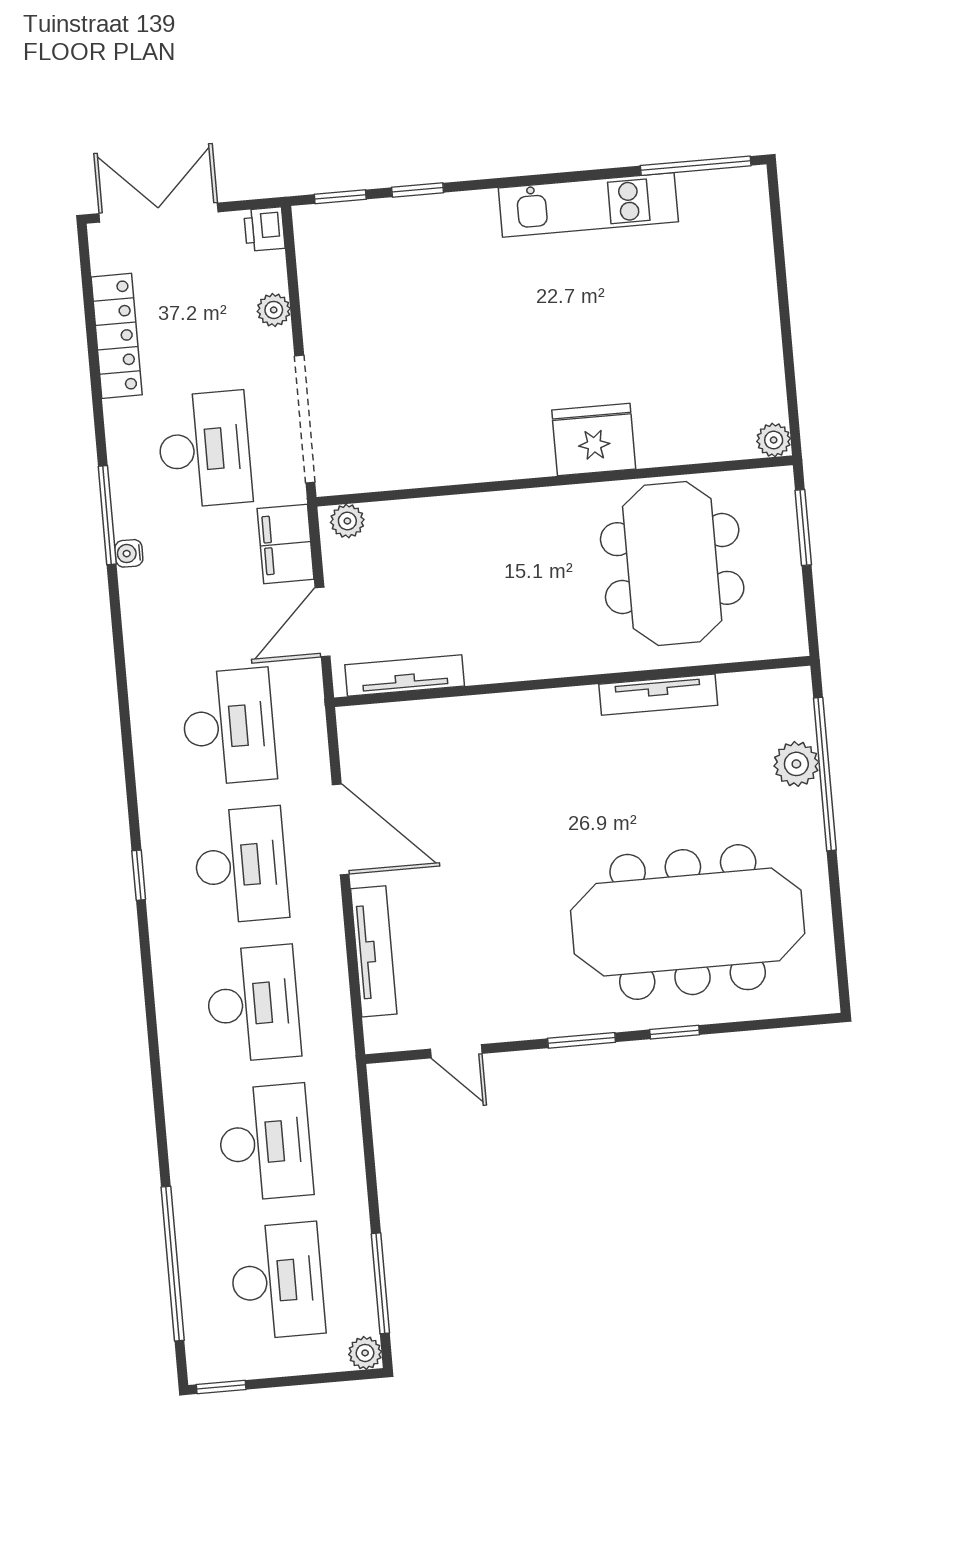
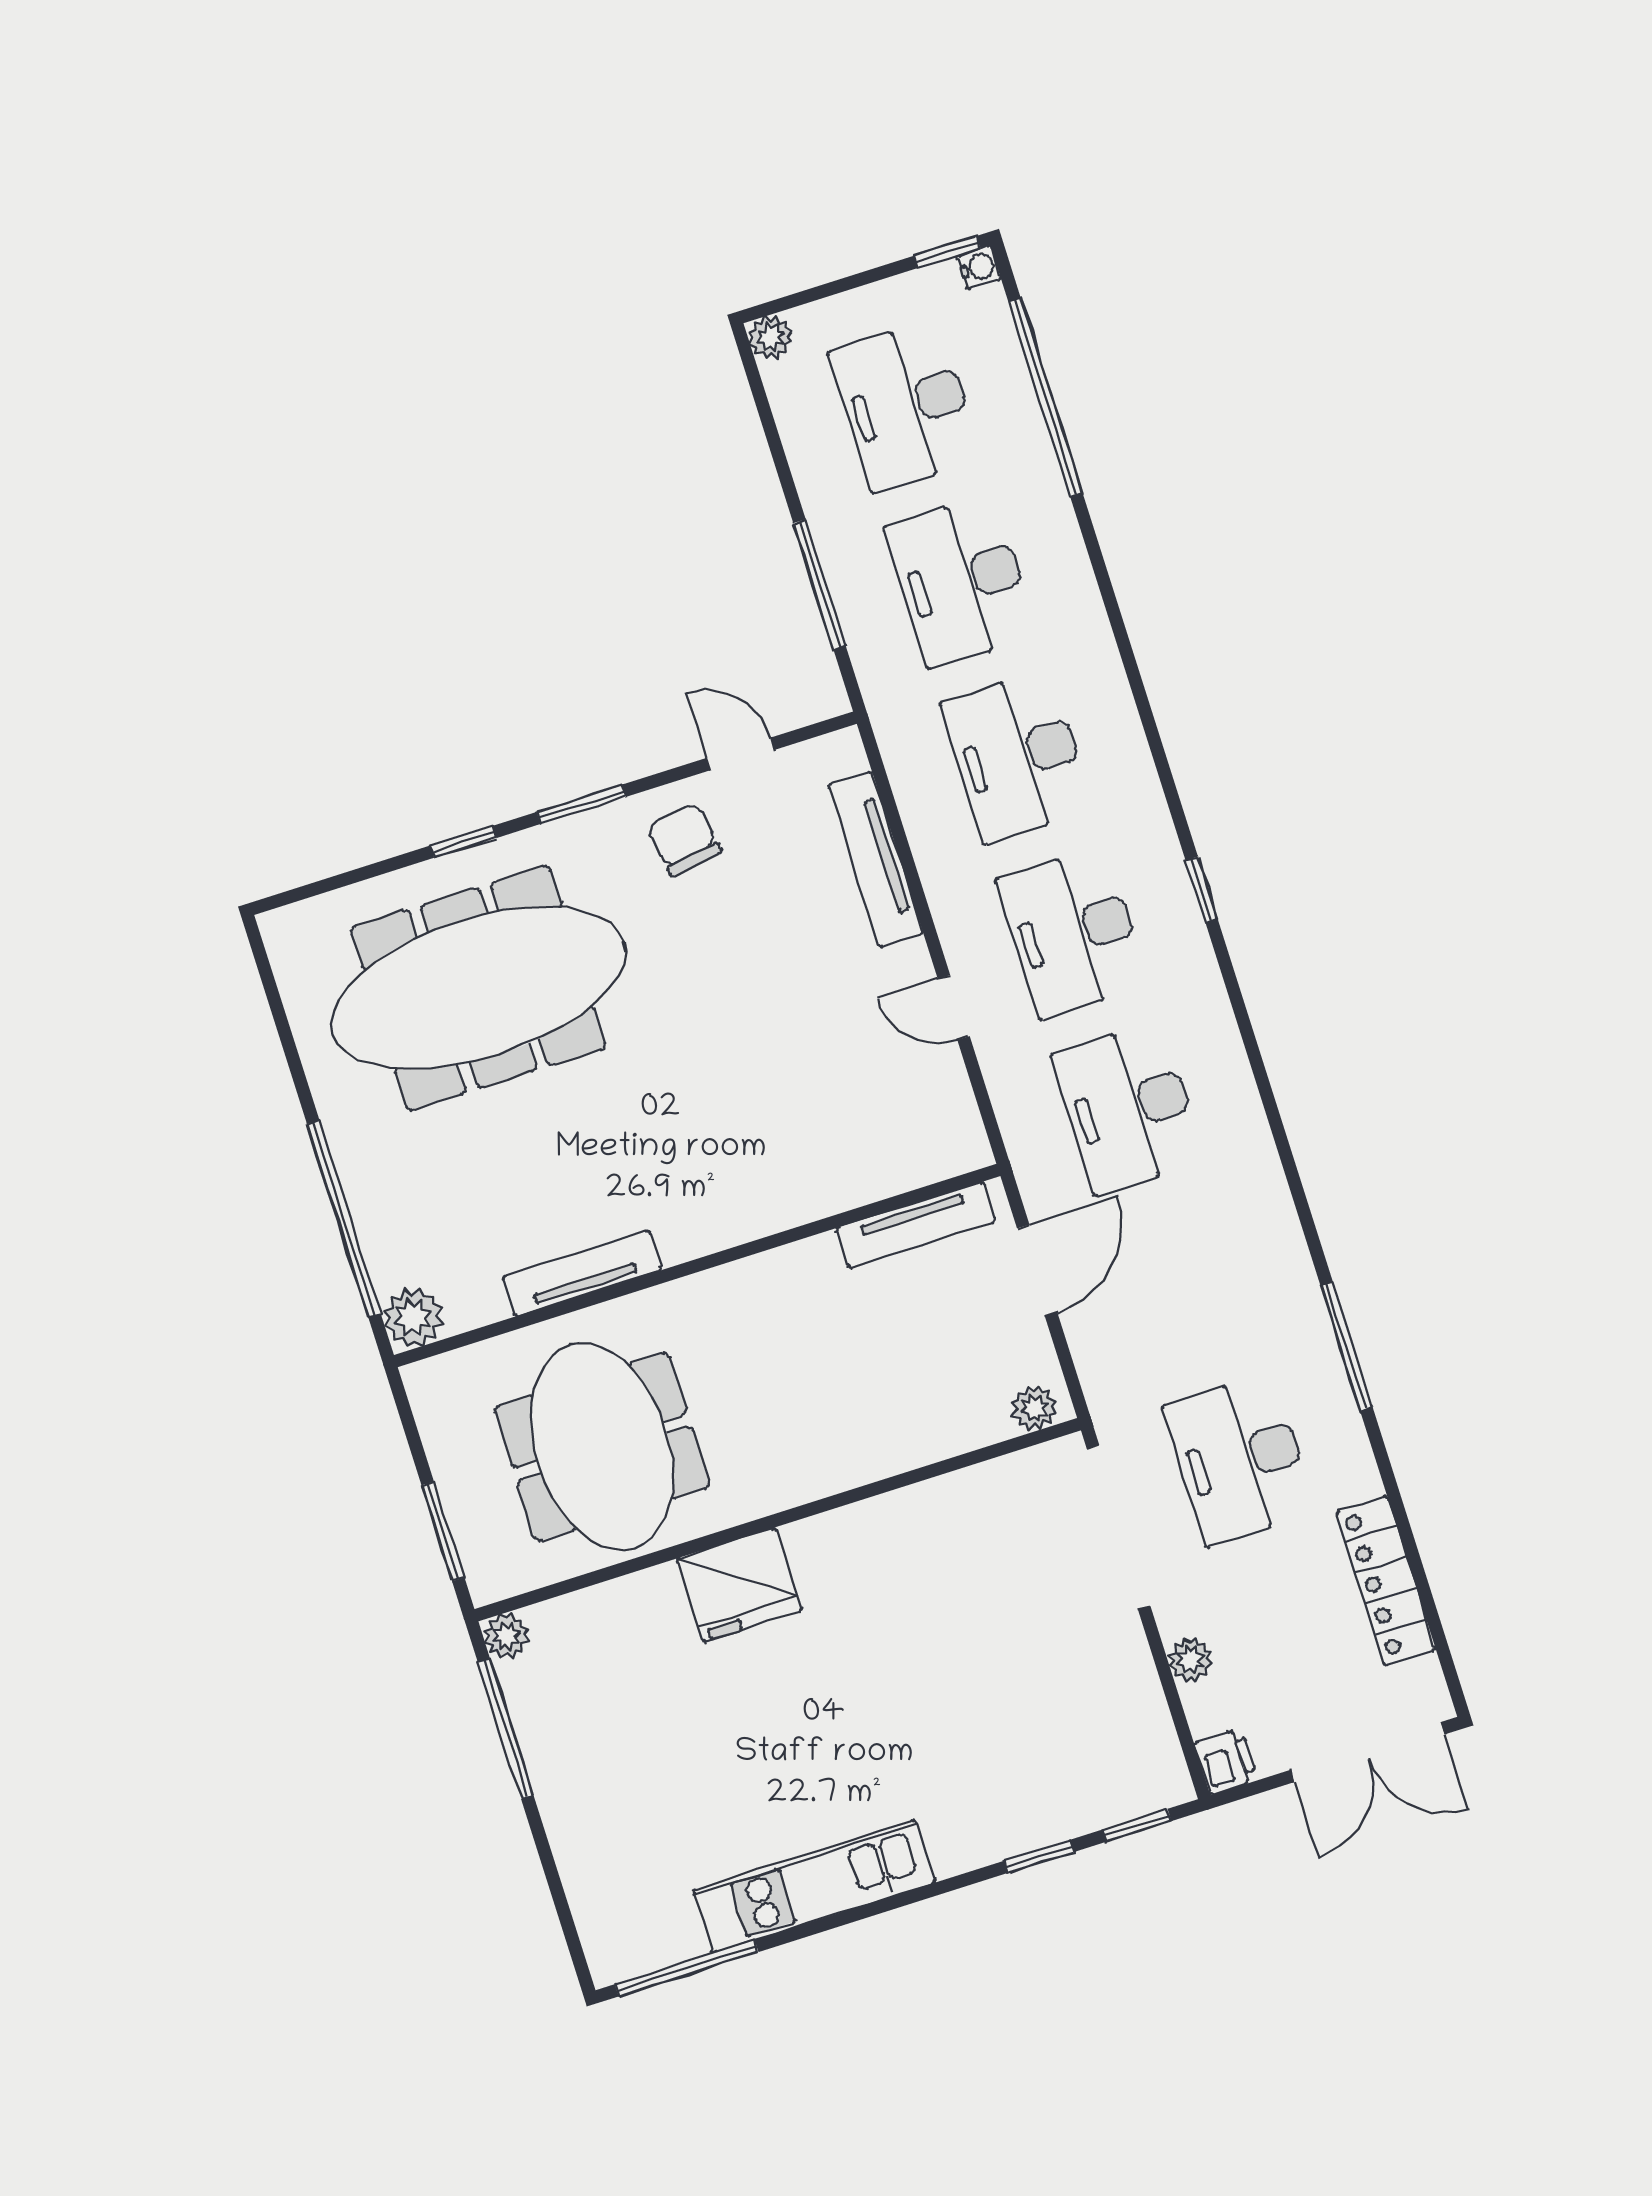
window: (790, 372) -> (506, 1729), added
filing cabinet: (286, 544) -> (1107, 1361), removed
water cooler: (129, 553) -> (979, 267), moved
plant: (796, 764) -> (413, 1317), moved
door: (341, 829) -> (954, 1008), width x0.53
chair: (512, 998) -> (684, 839), added
window: (380, 1283) -> (820, 585), moved

